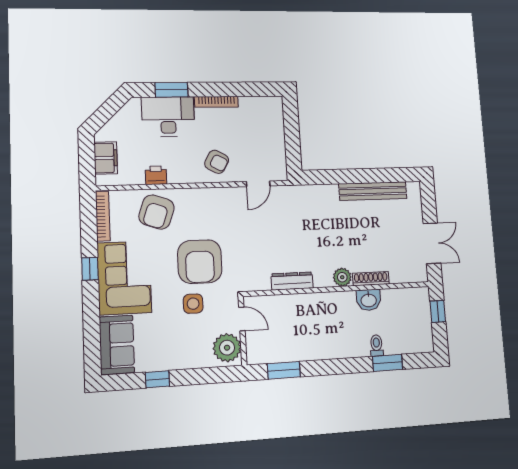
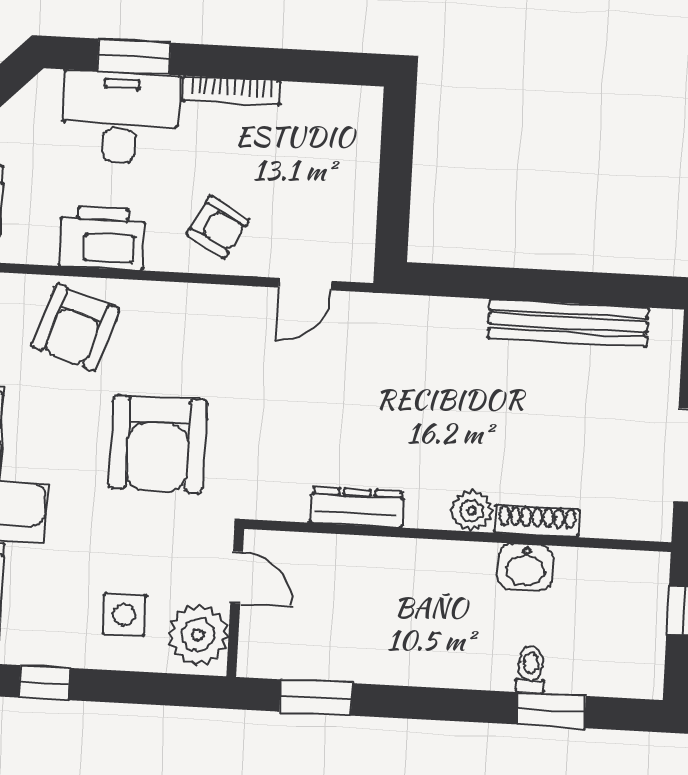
printer: (156, 175) -> (102, 238), width x1.87, depth x1.48
side table: (193, 304) -> (124, 615), moved

